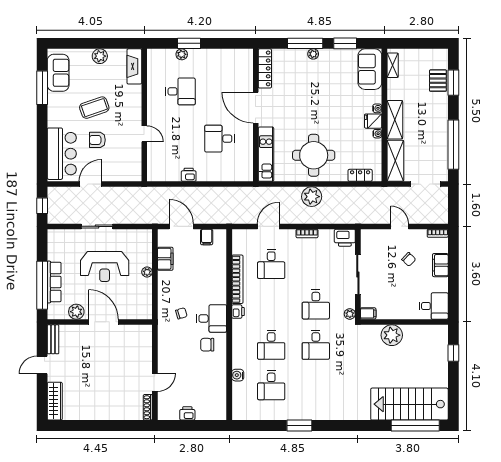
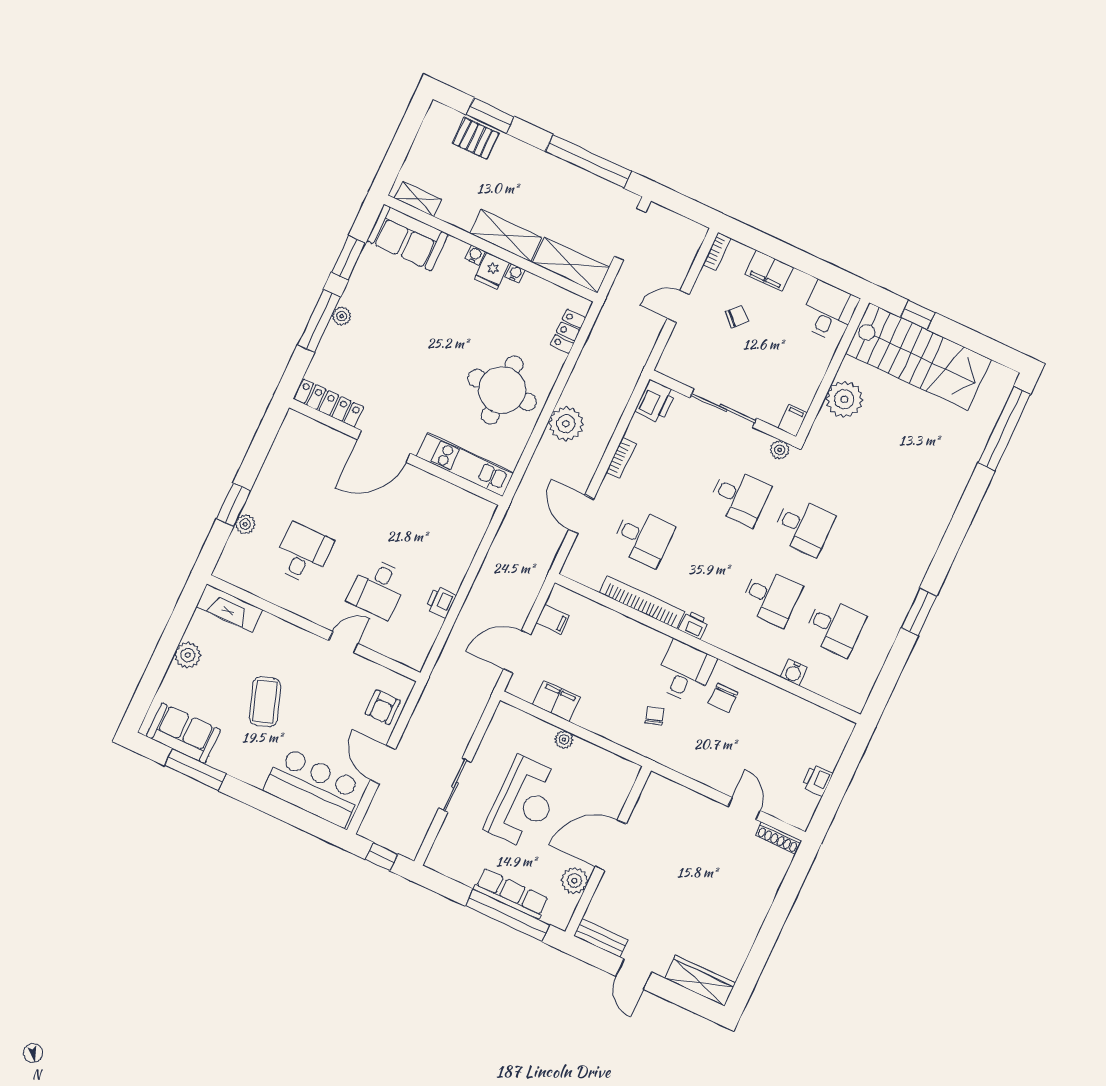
desk: (219, 139) -> (378, 588), moved
armchair: (97, 140) -> (383, 707), moved
stairs: (409, 404) -> (918, 356), moved, turned -90

